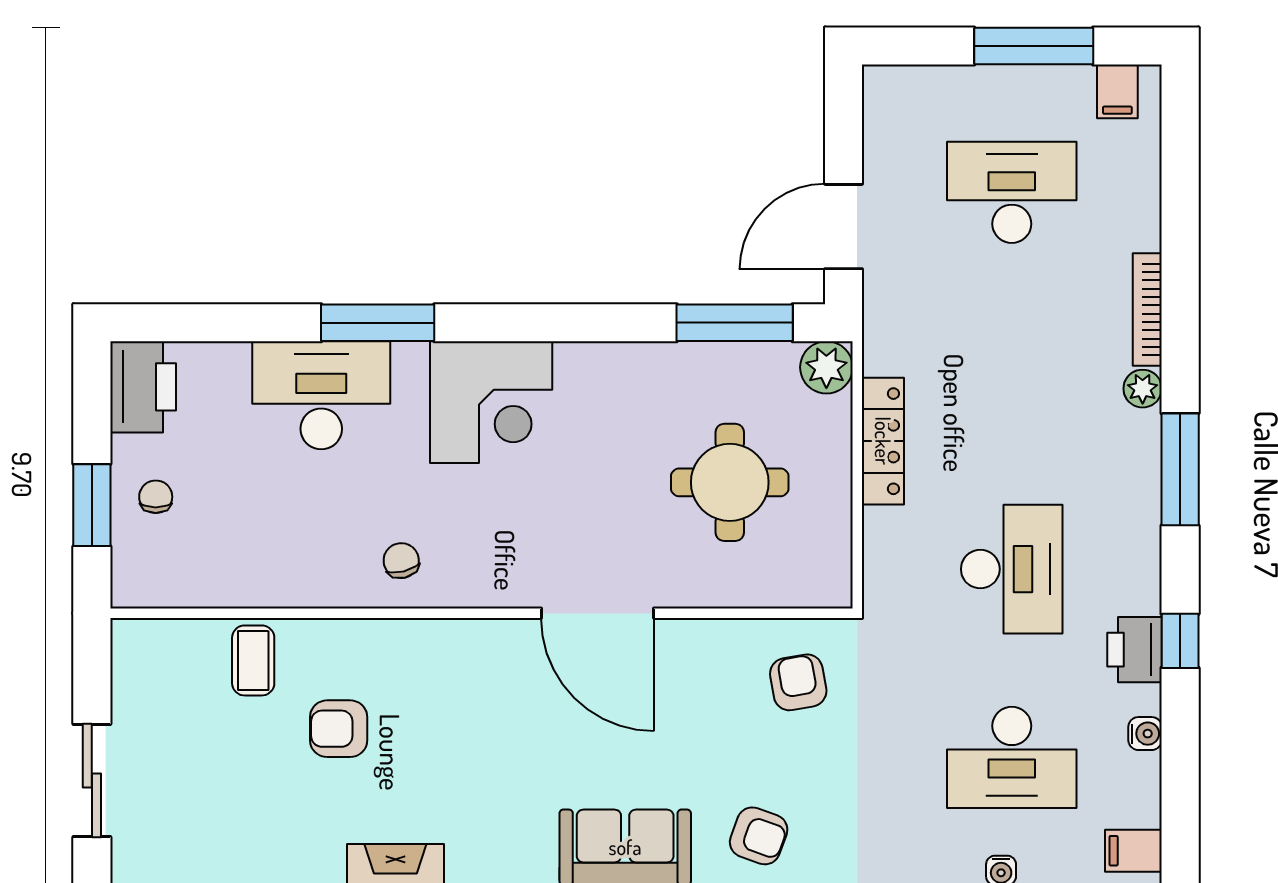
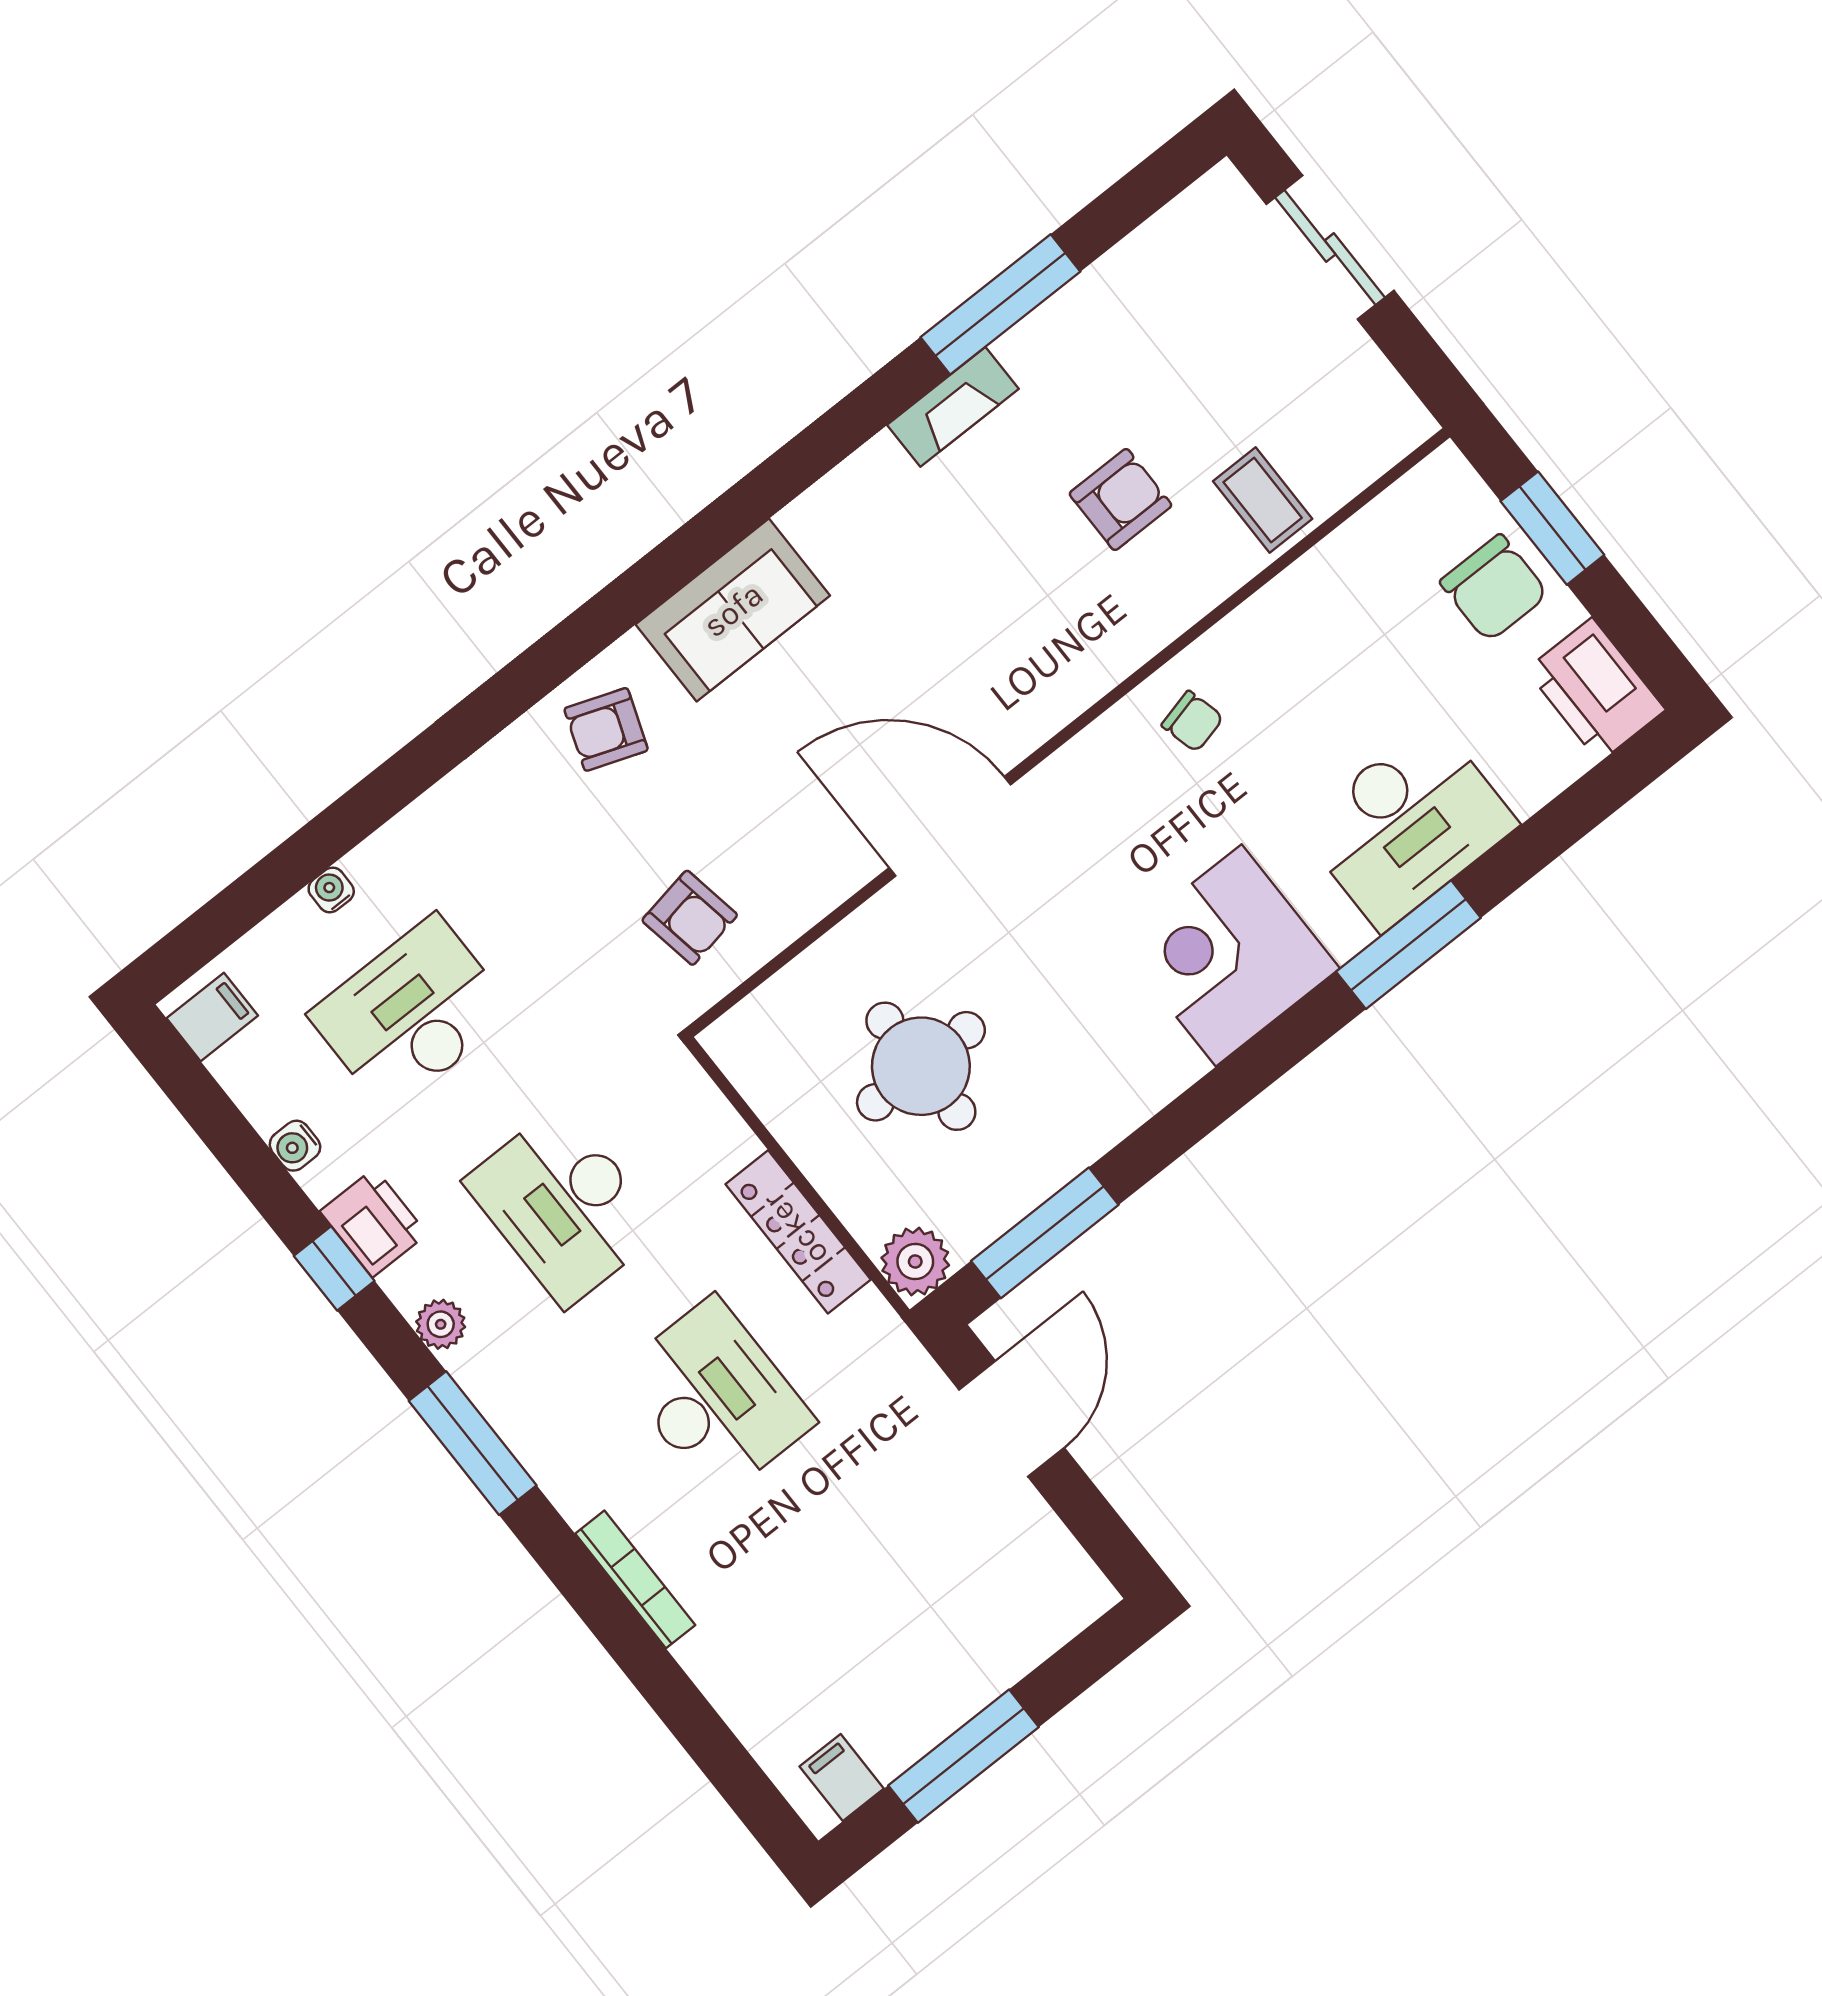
desk: (1012, 192) -> (716, 1398), moved, turned -90
plant: (1143, 389) -> (441, 1324), moved
chair: (156, 497) -> (1494, 588), width x1.87, depth x1.87

